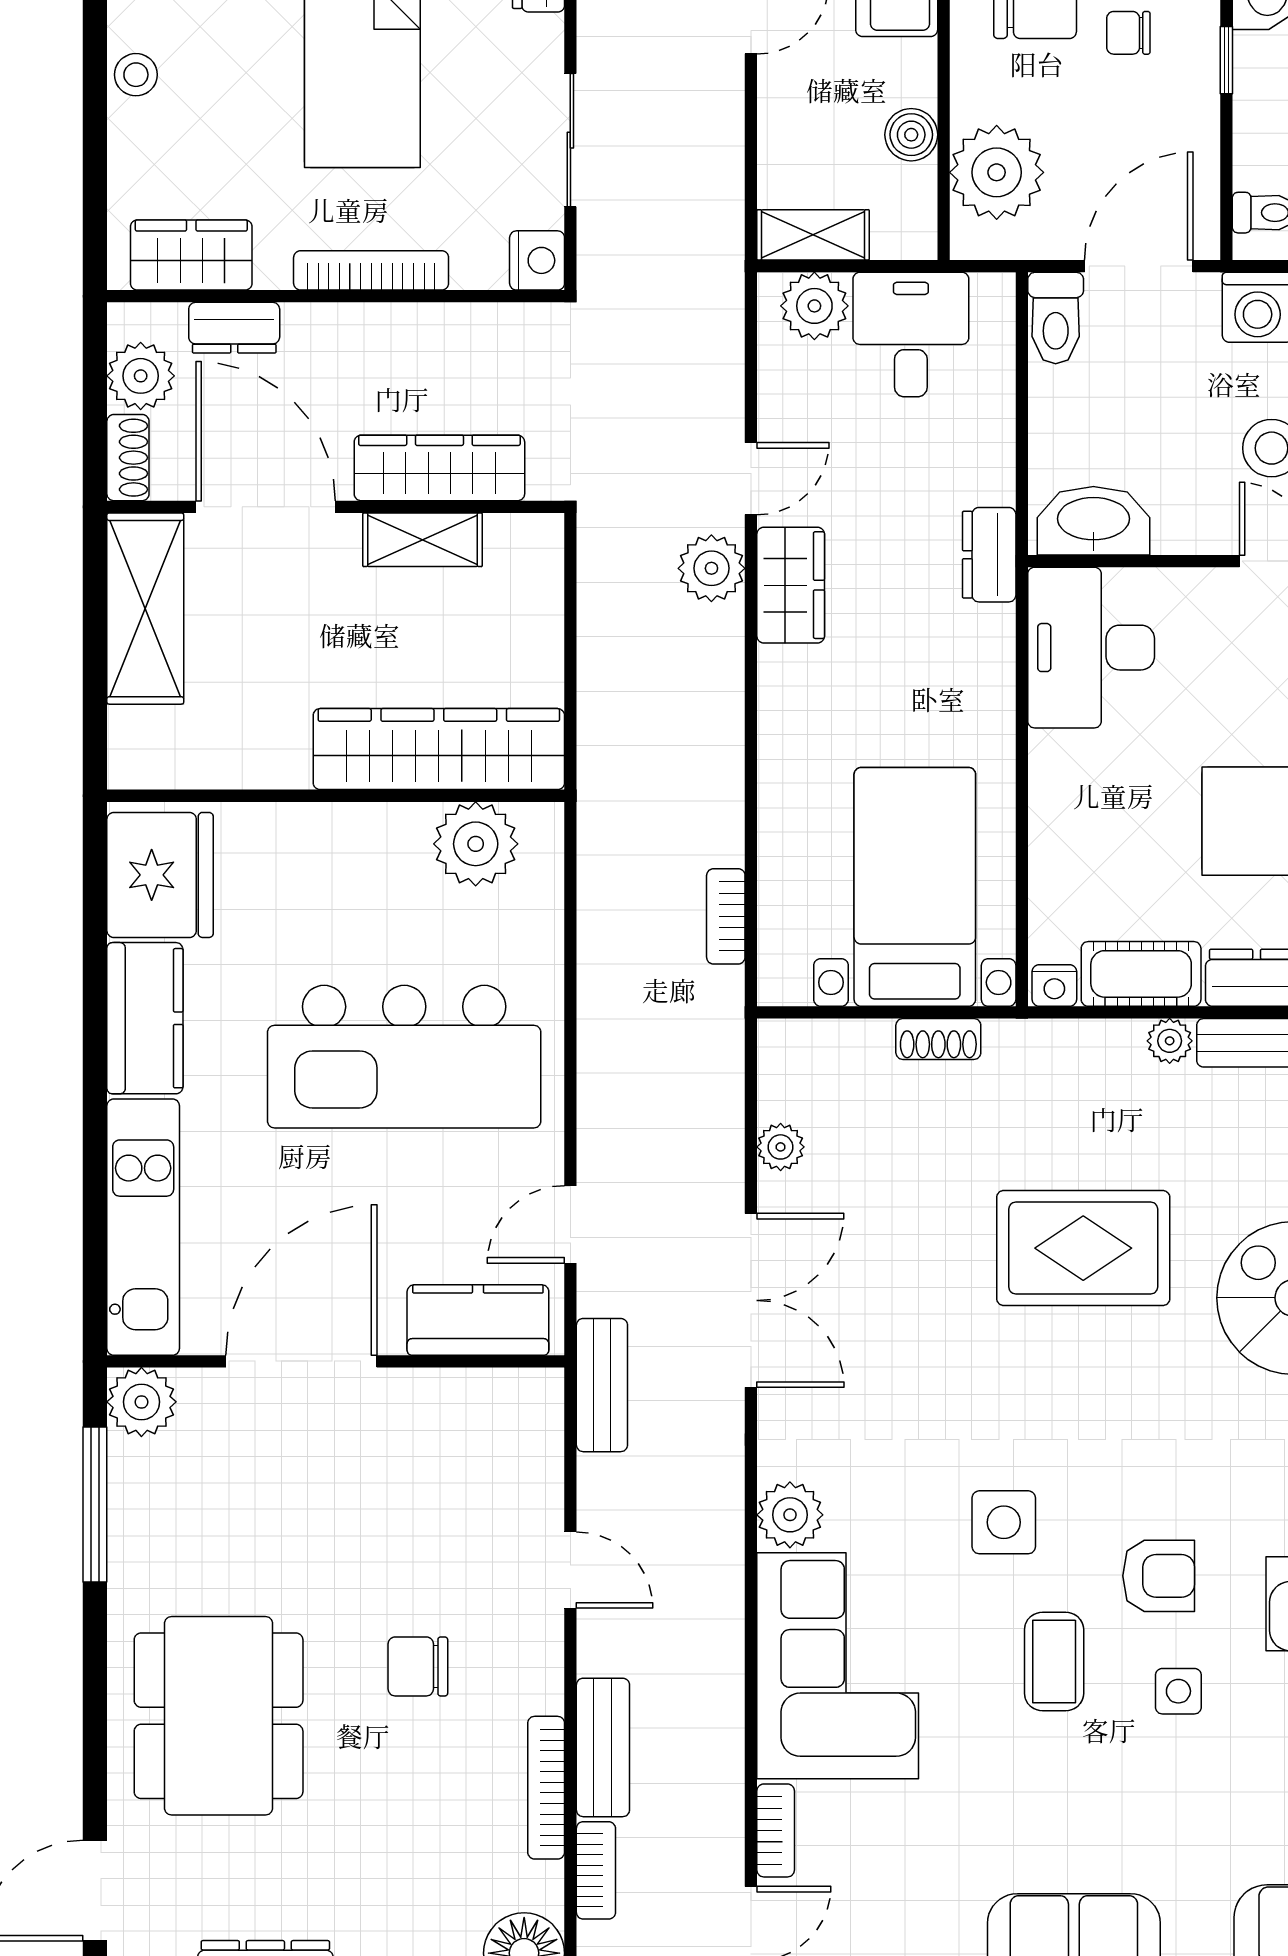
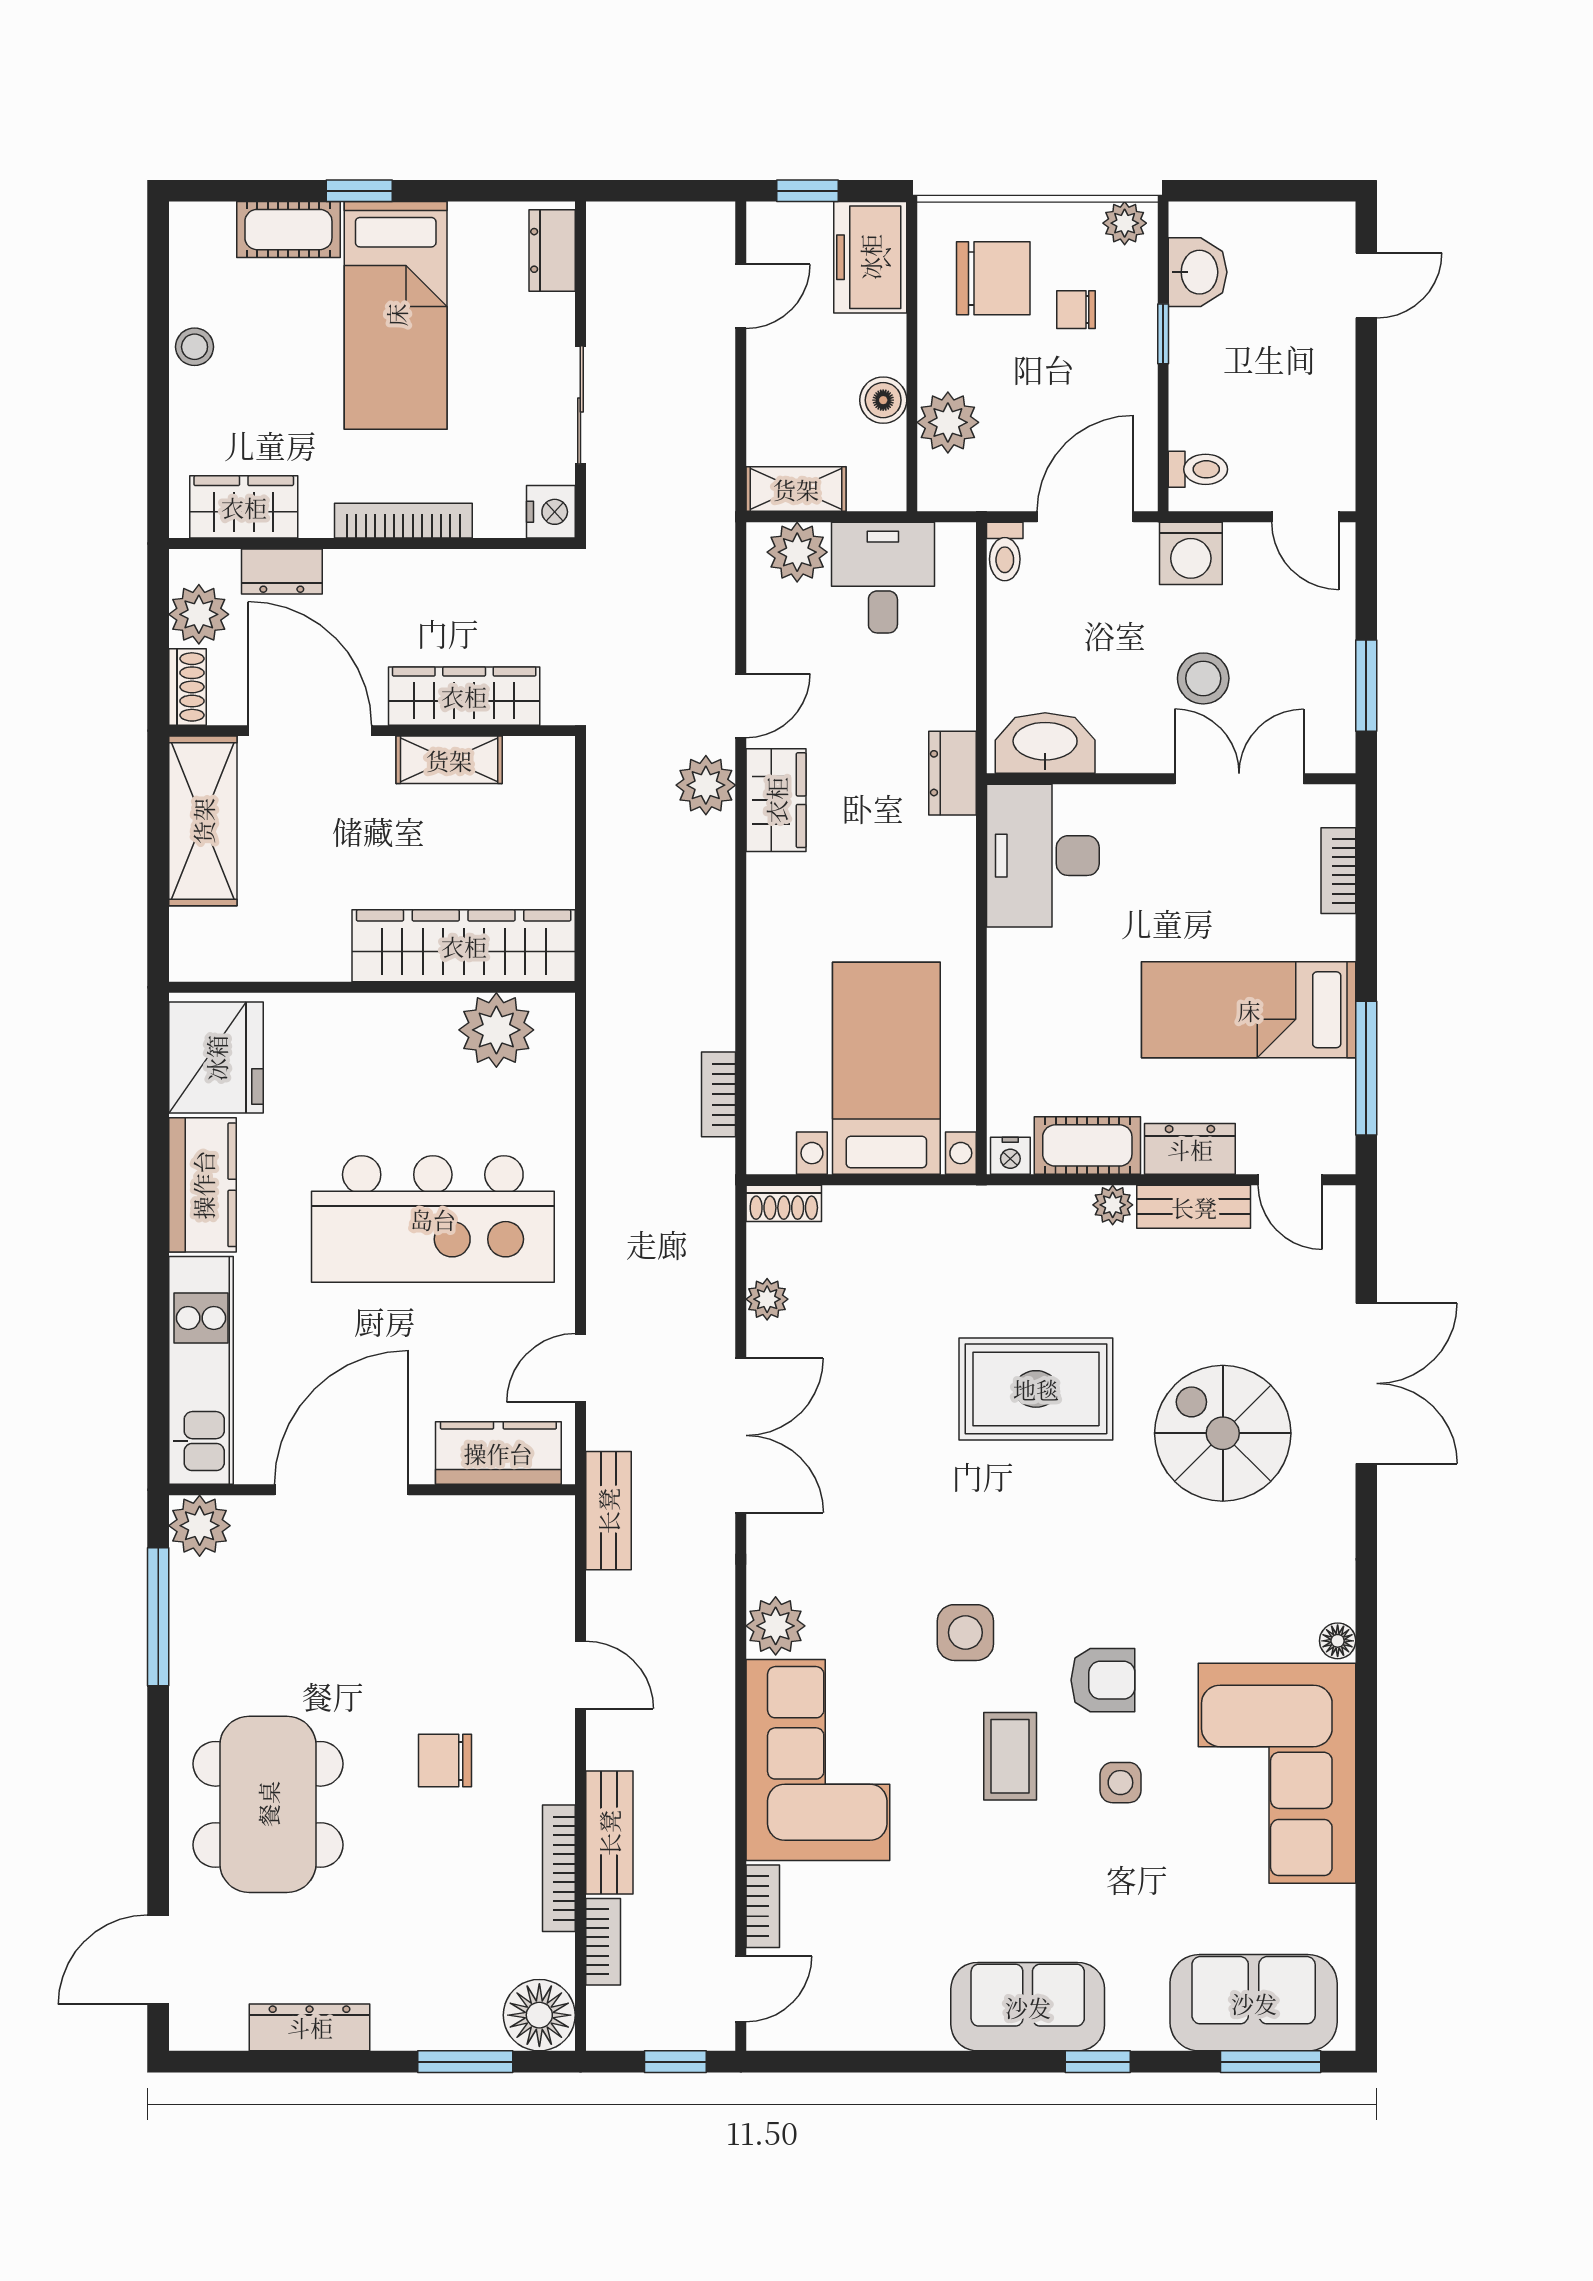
plant: (997, 172) -> (948, 422), width x0.73, depth x0.73
toilet: (1056, 318) -> (1005, 552), width x0.73, depth x0.72
shoe rack: (938, 1039) -> (784, 1203), moved

